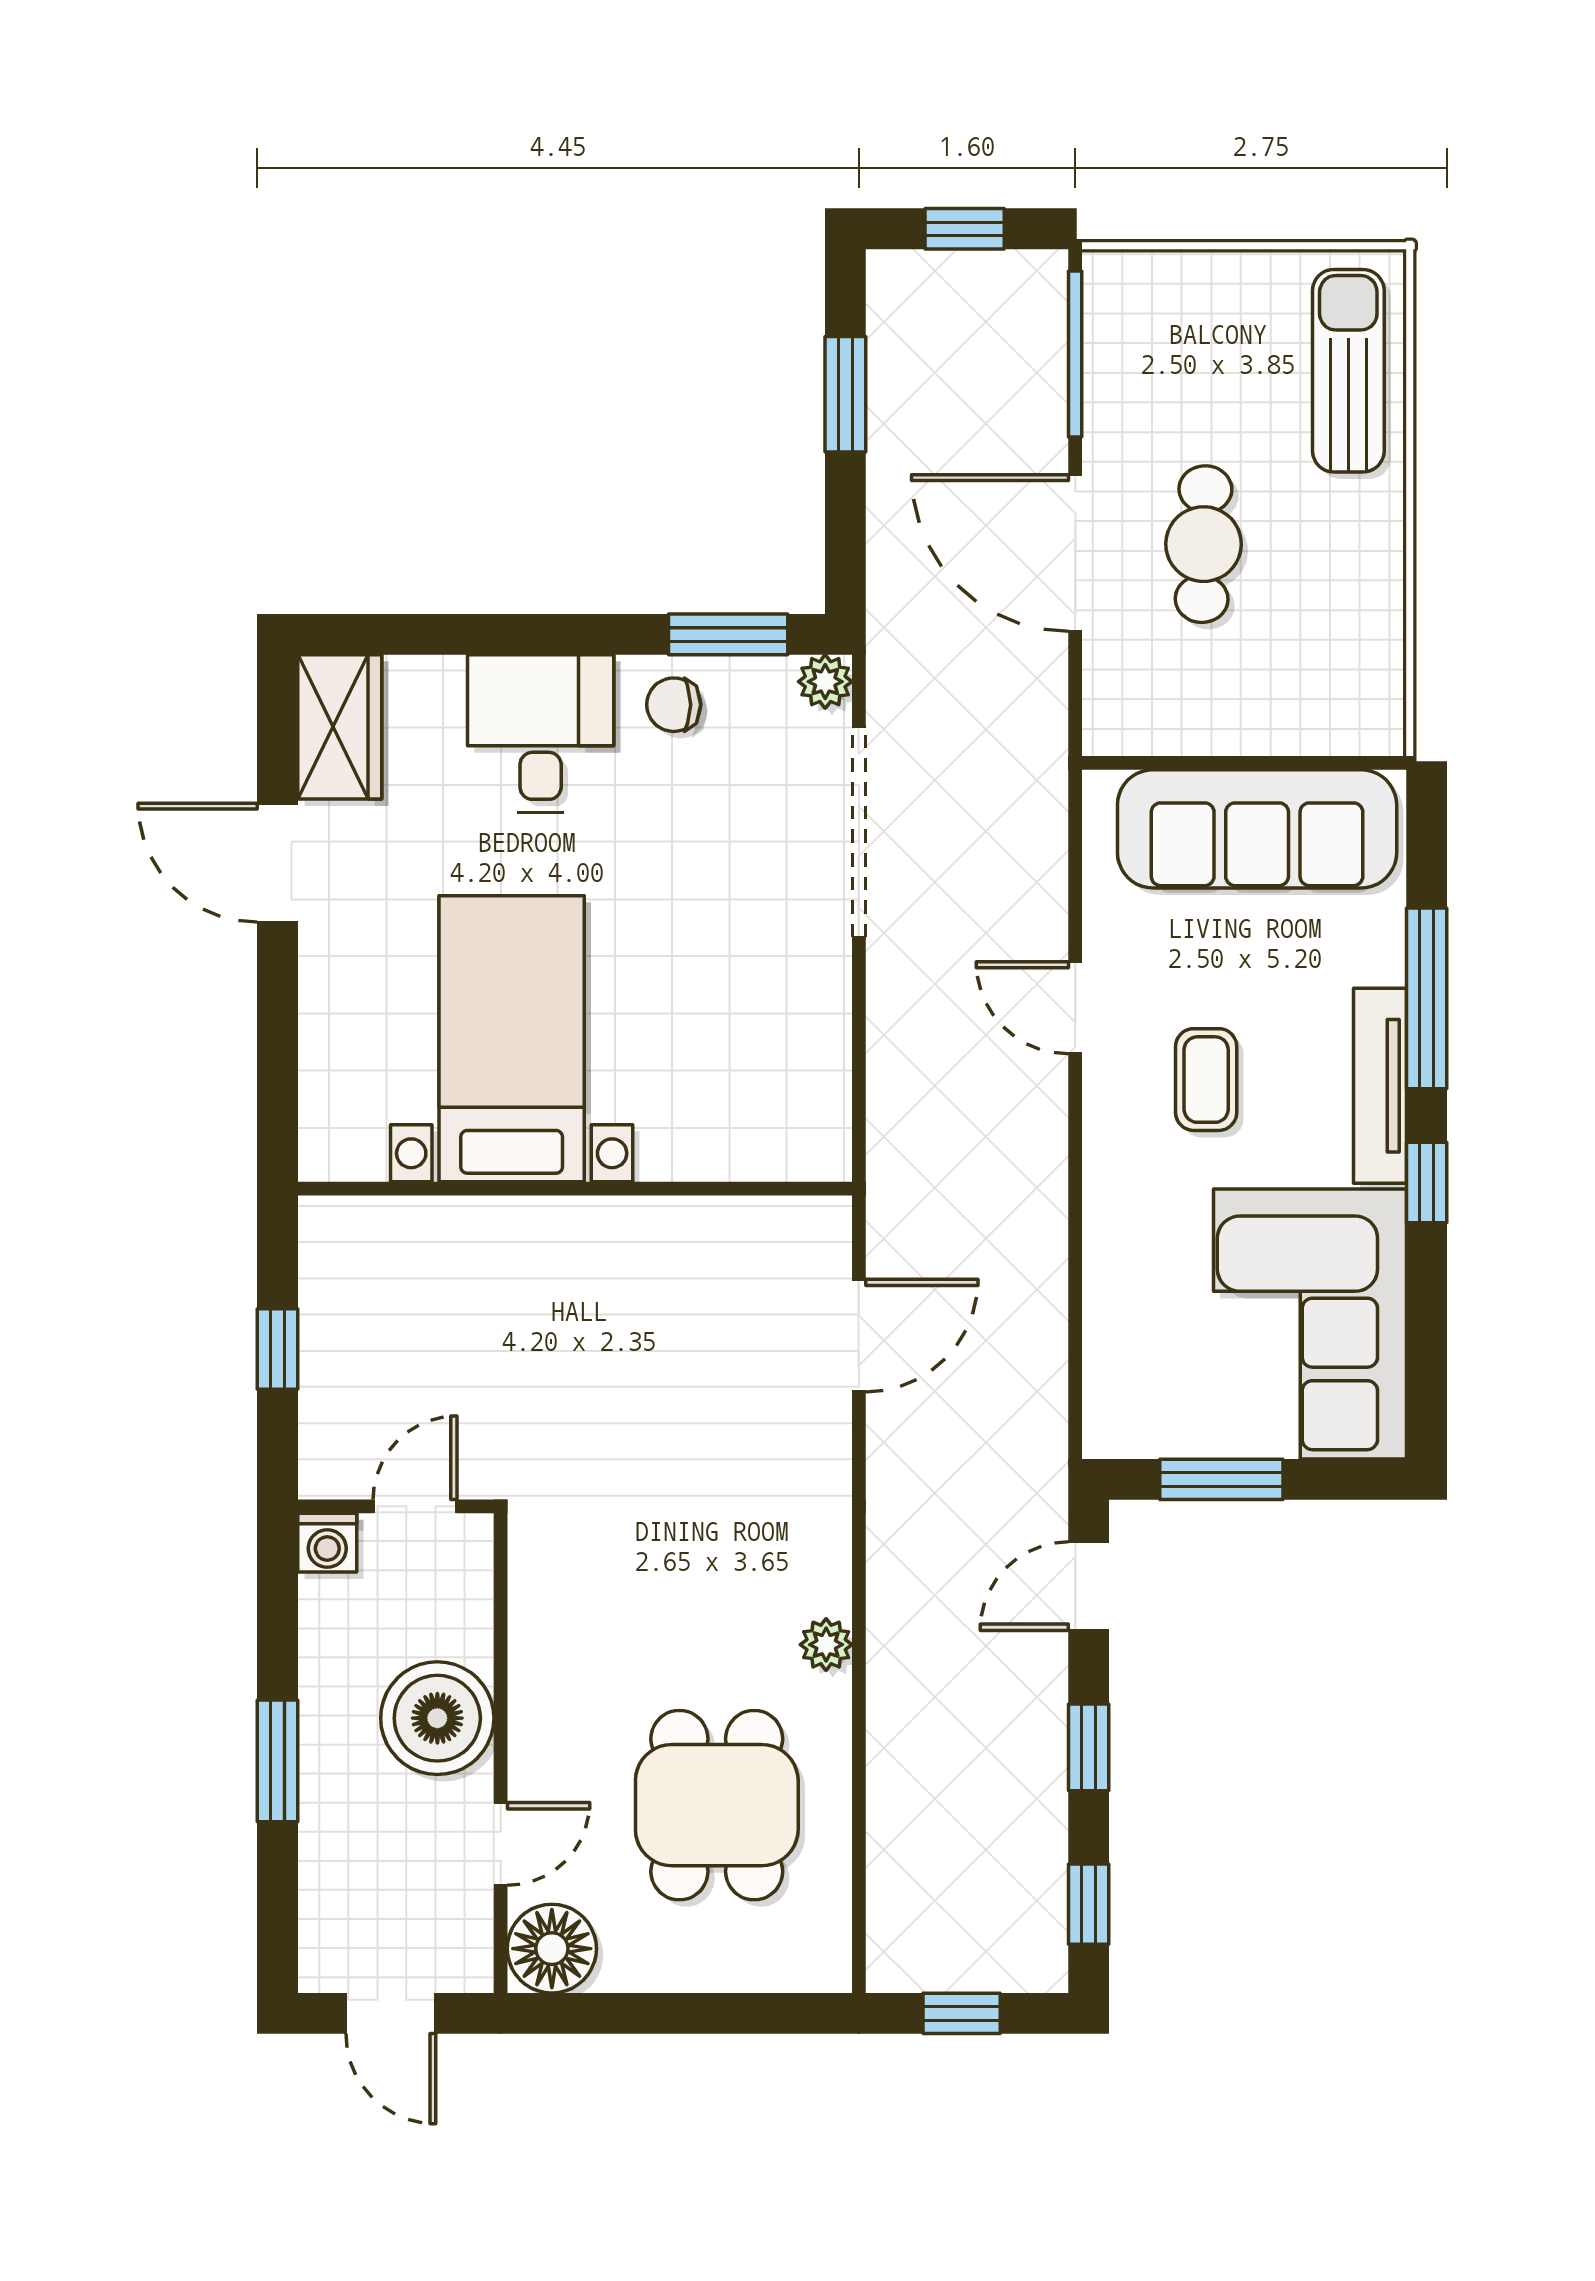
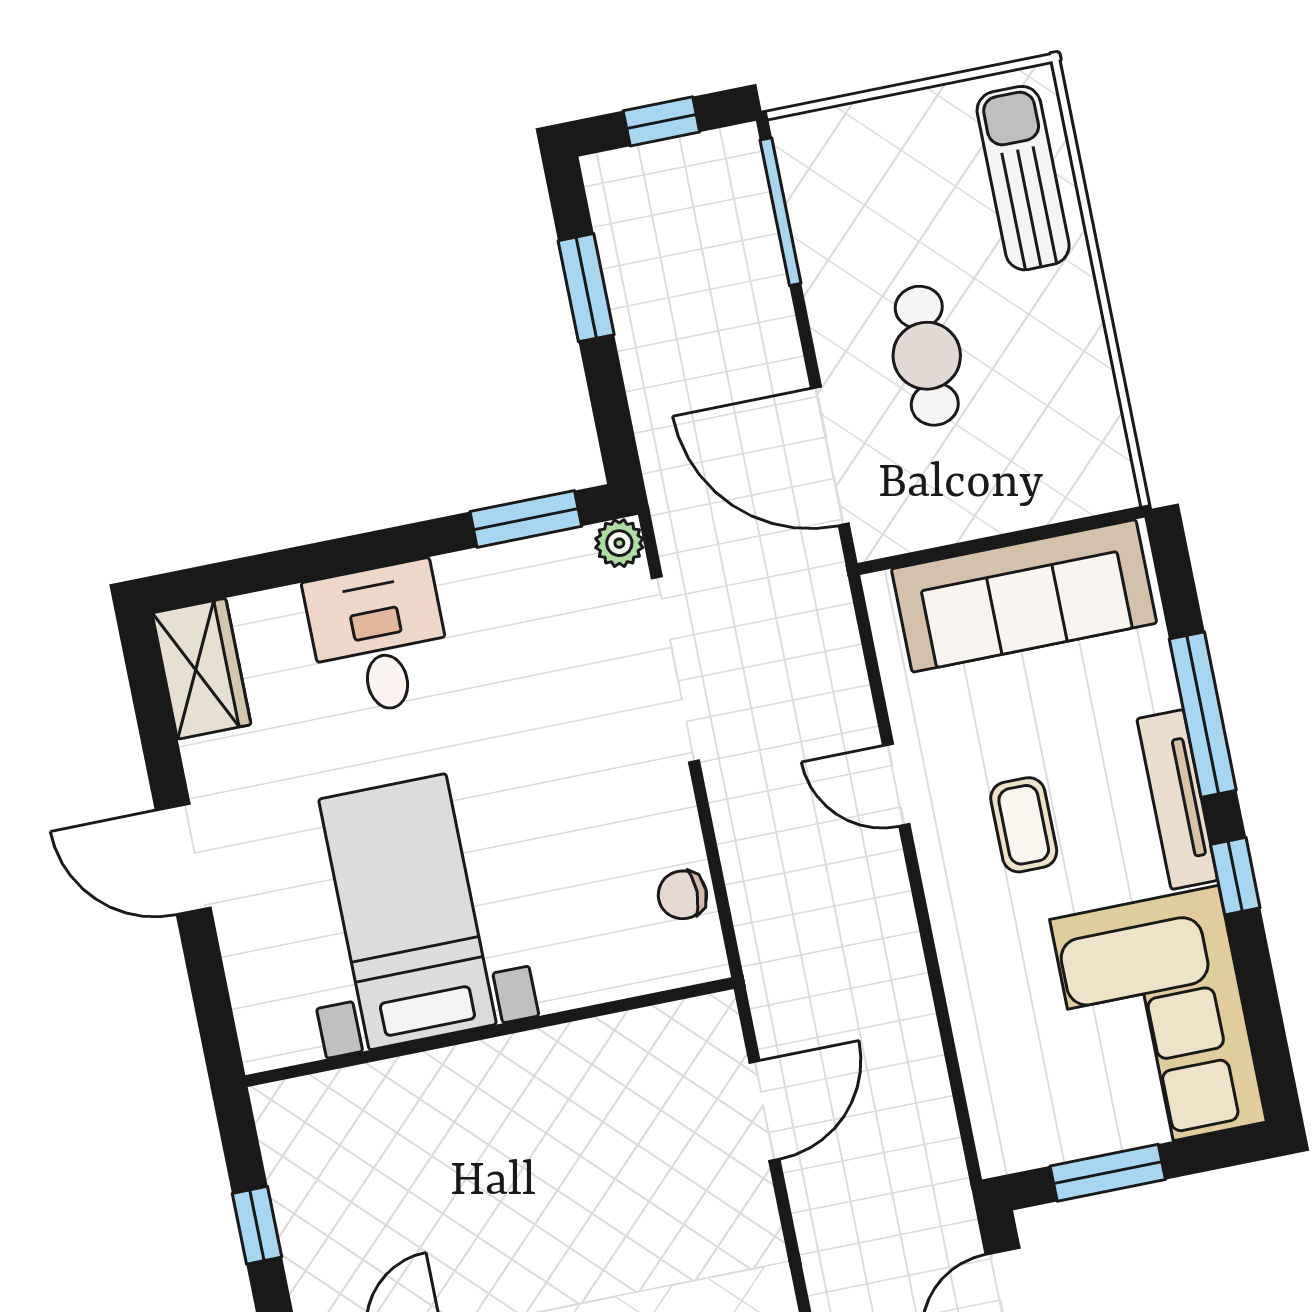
door: (1075, 553) -> (830, 456), moved
chair: (674, 705) -> (682, 895), moved
door: (278, 863) -> (183, 859), moved

